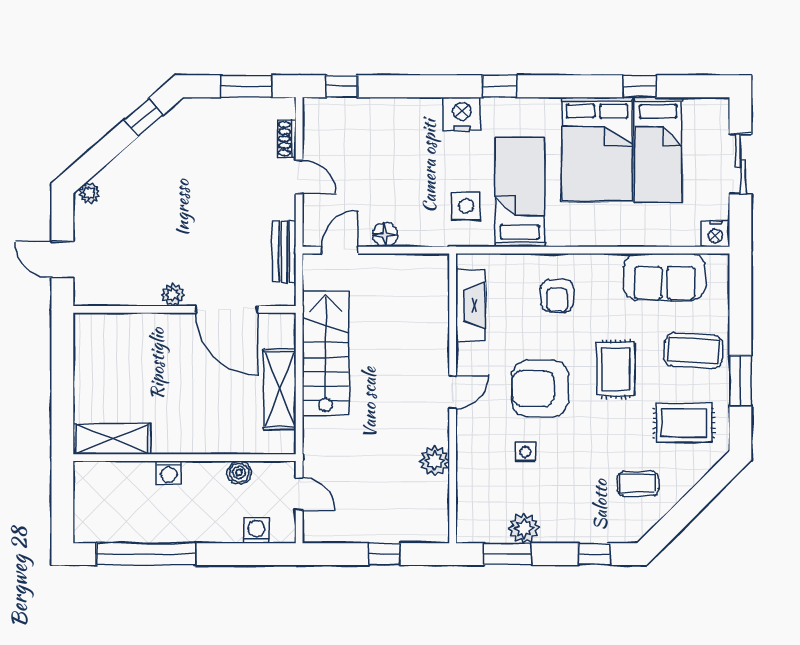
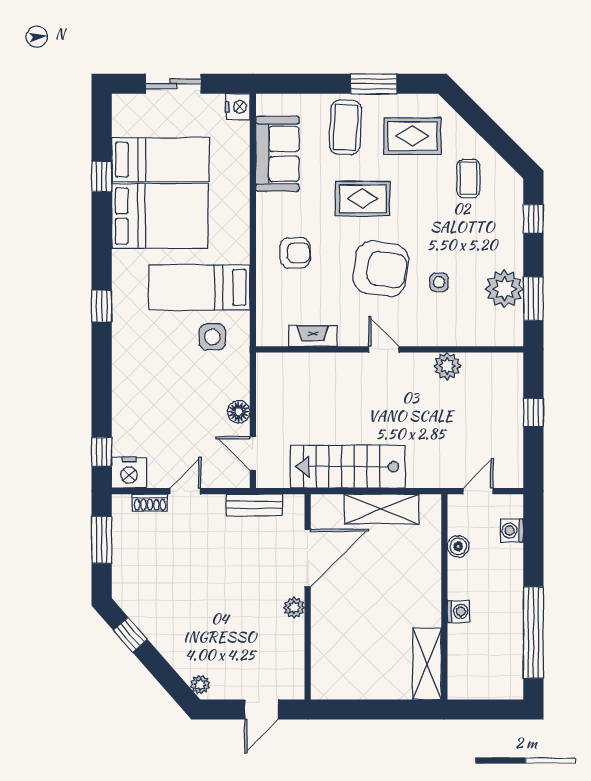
nightstand: (462, 114) -> (129, 473), moved, turned -90
fireplace: (471, 305) -> (313, 336), width x0.73, depth x0.76
armchair: (540, 388) -> (381, 269), turned -82
rug: (684, 423) -> (412, 136), turned 90
plant: (524, 528) -> (504, 289), width x1.36, depth x1.36

